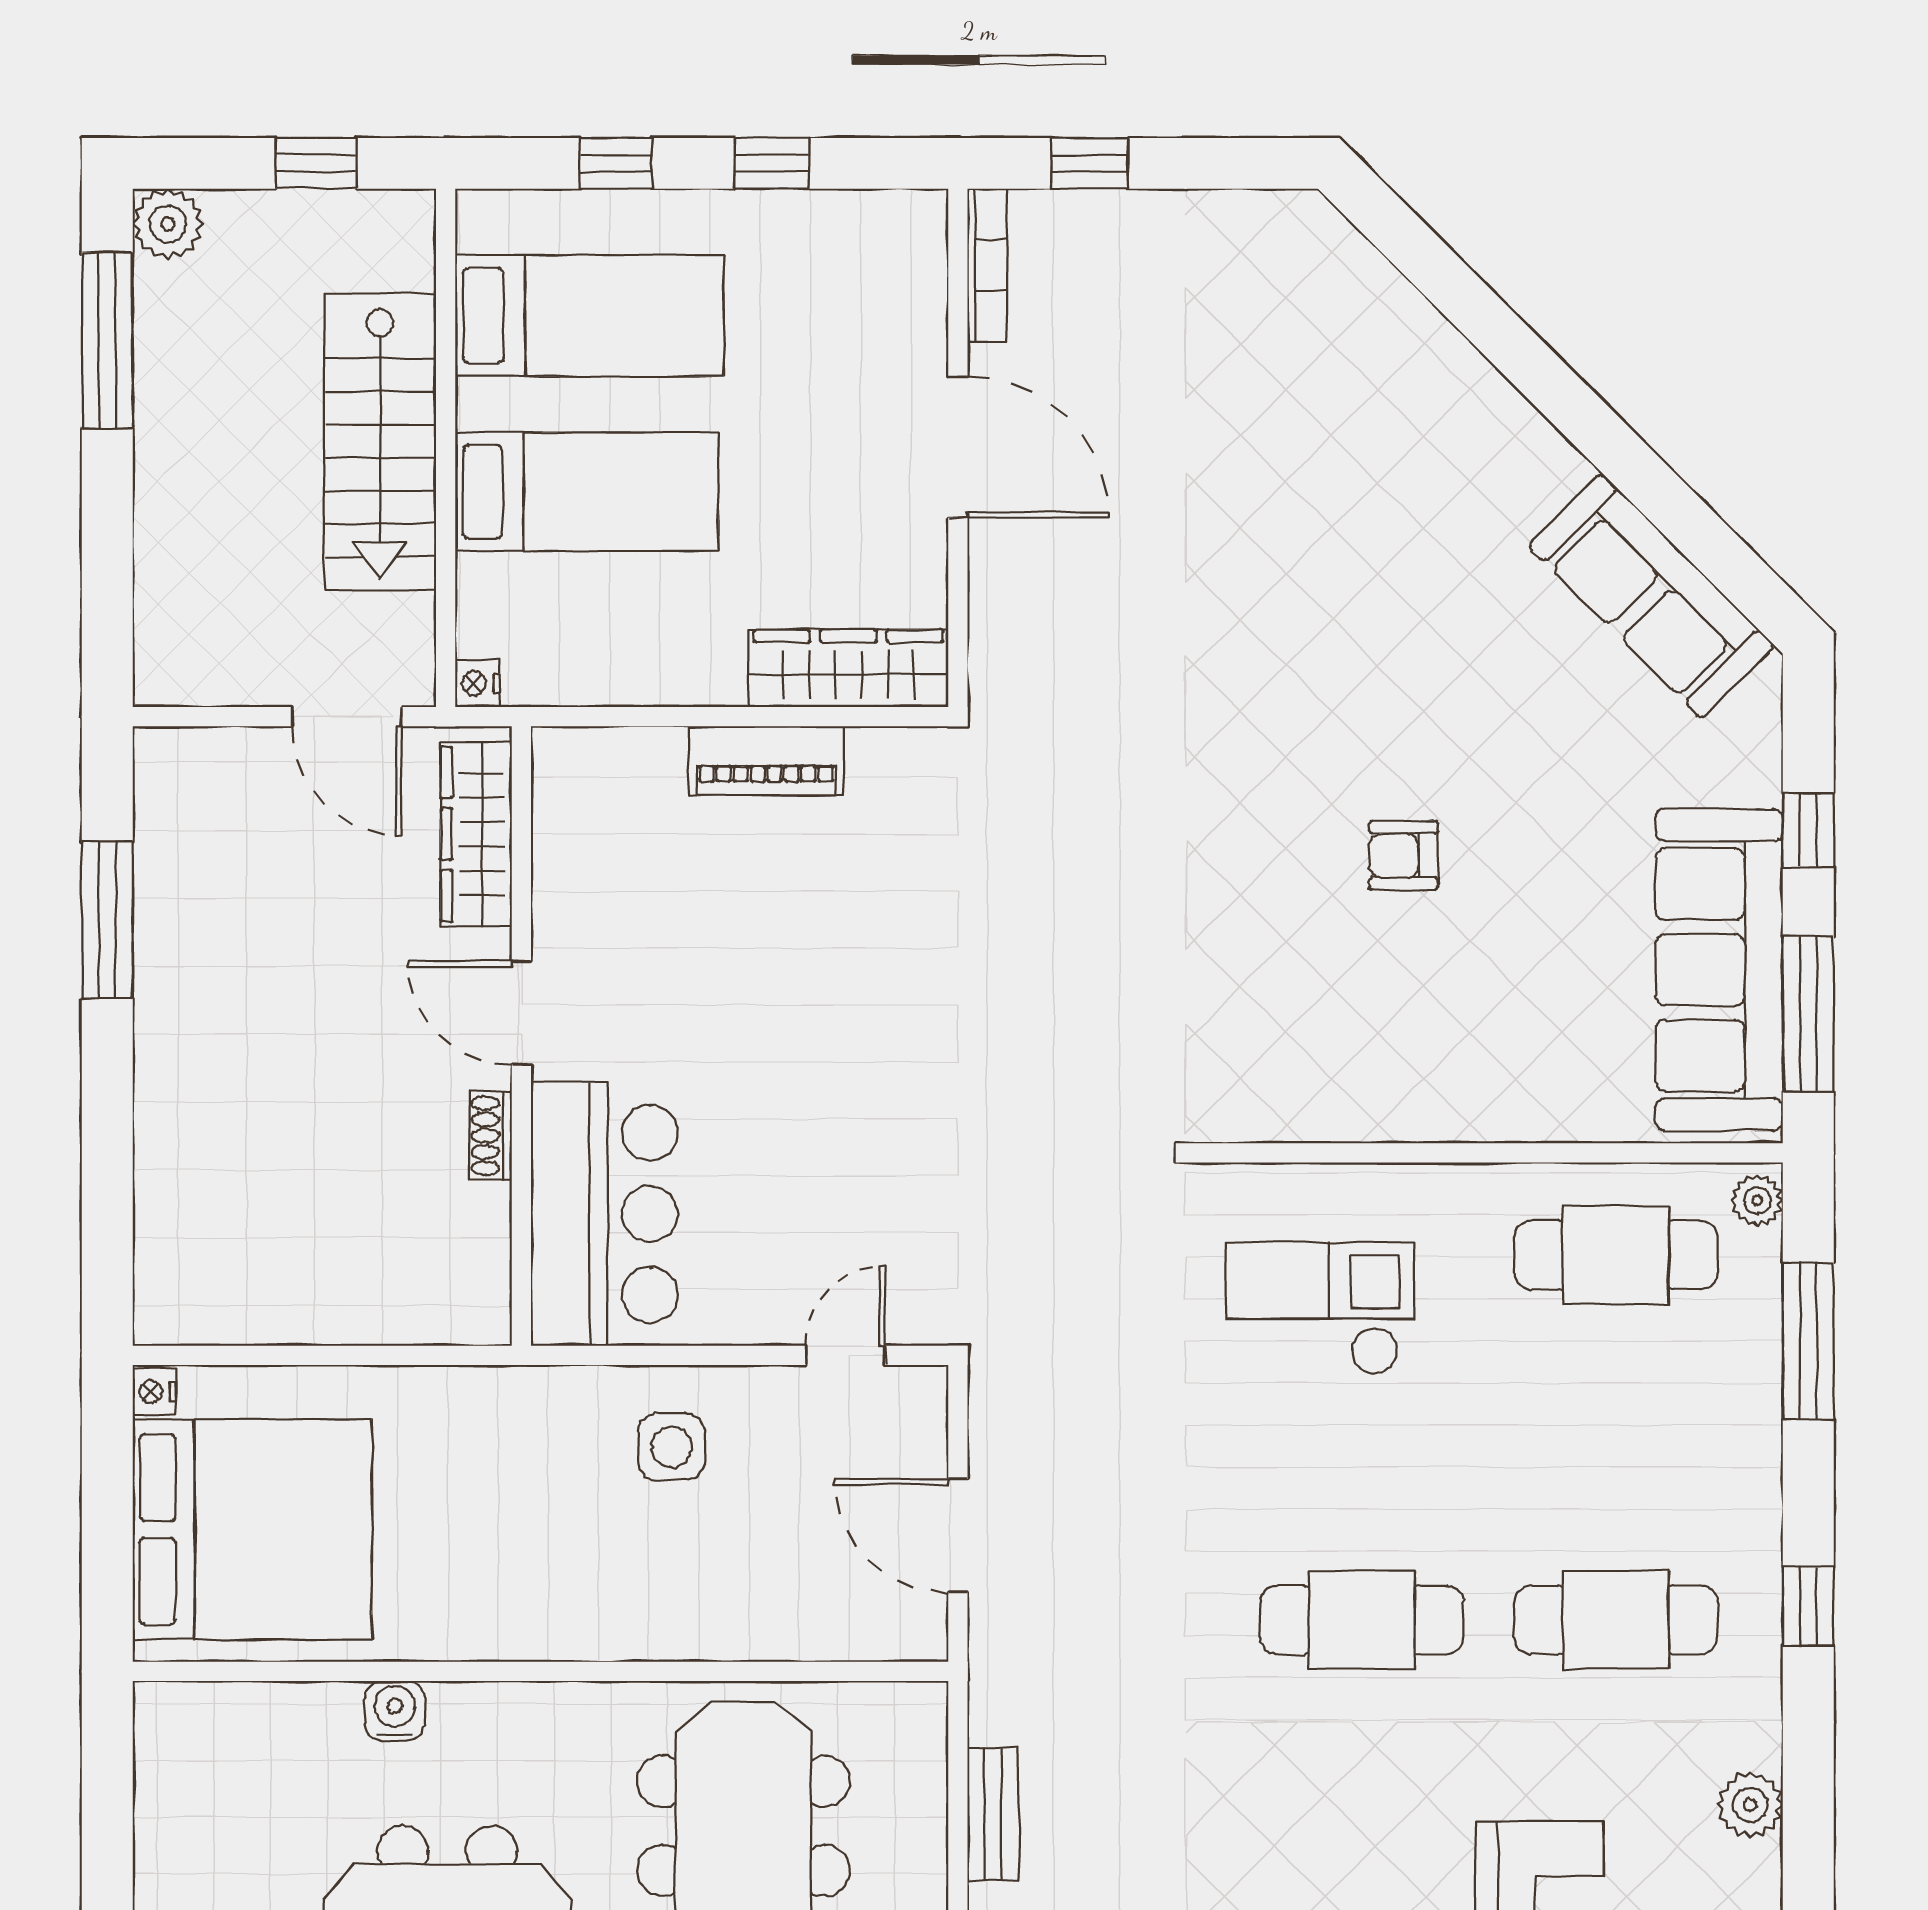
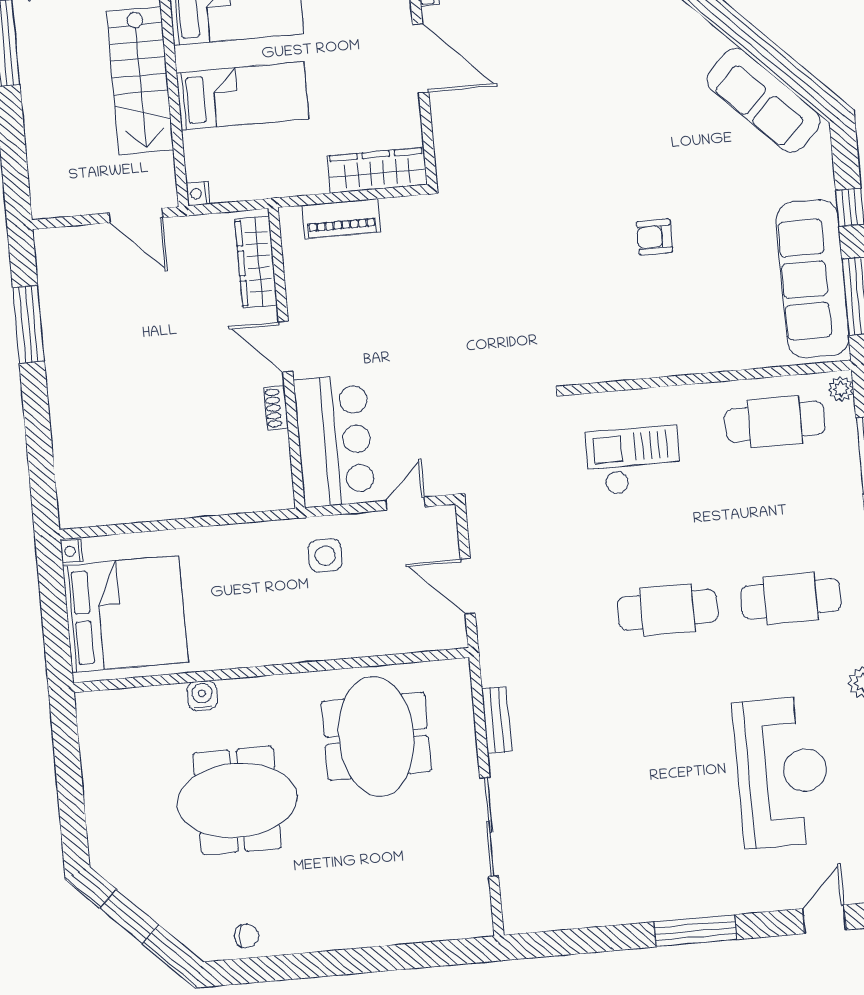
wardrobe: (476, 834) -> (256, 262), moved
door: (521, 1013) -> (286, 347), moved
wall: (521, 1036) -> (287, 358), moved
shoe rack: (491, 1136) -> (276, 408), moved
bar counter: (604, 1214) -> (335, 441), moved

